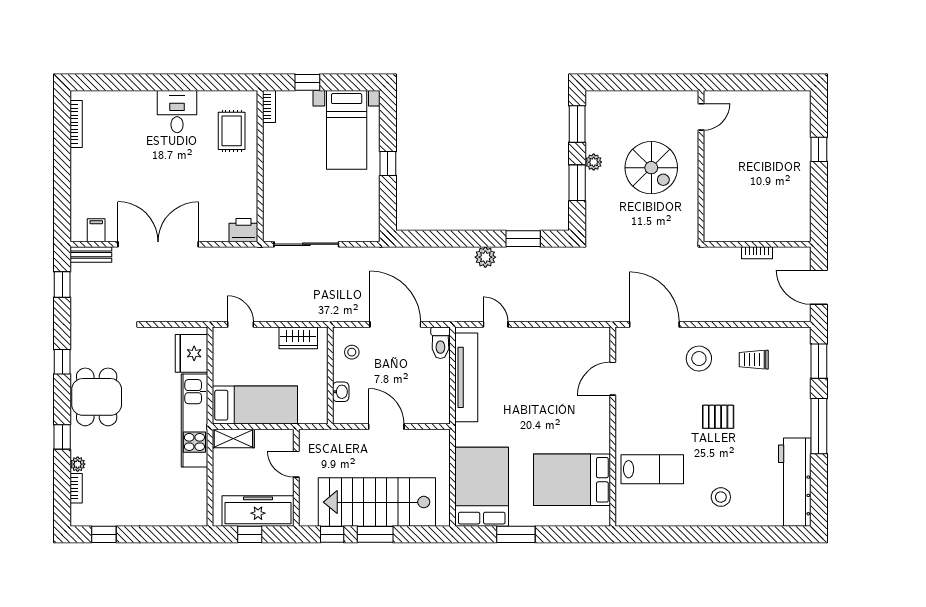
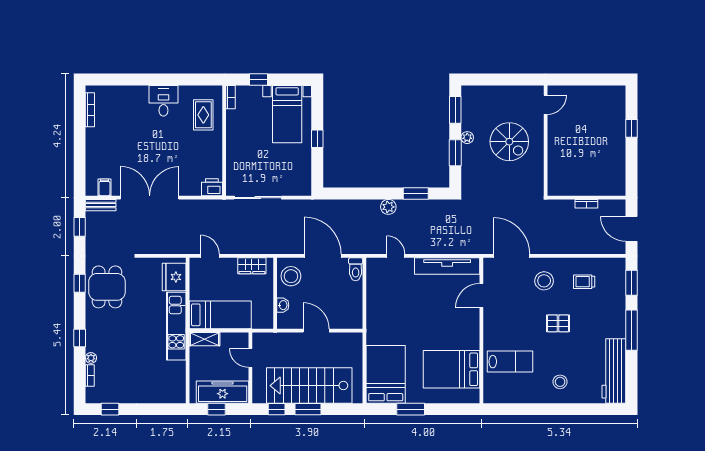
stool: (352, 352) -> (291, 276), width x1.89, depth x1.89
tv unit: (466, 377) -> (447, 266), moved, turned 90
dining table: (97, 397) -> (107, 287), moved

